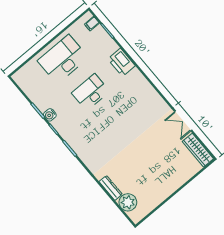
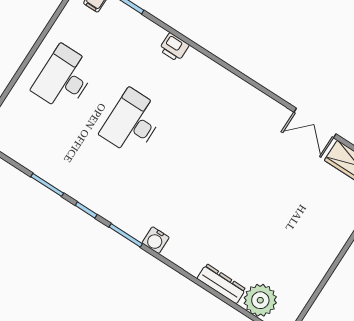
desk: (63, 59) -> (64, 78), width x0.73, depth x0.77
printer: (121, 62) -> (174, 47), width x0.53, depth x0.68
water cooler: (50, 115) -> (156, 240), moved

